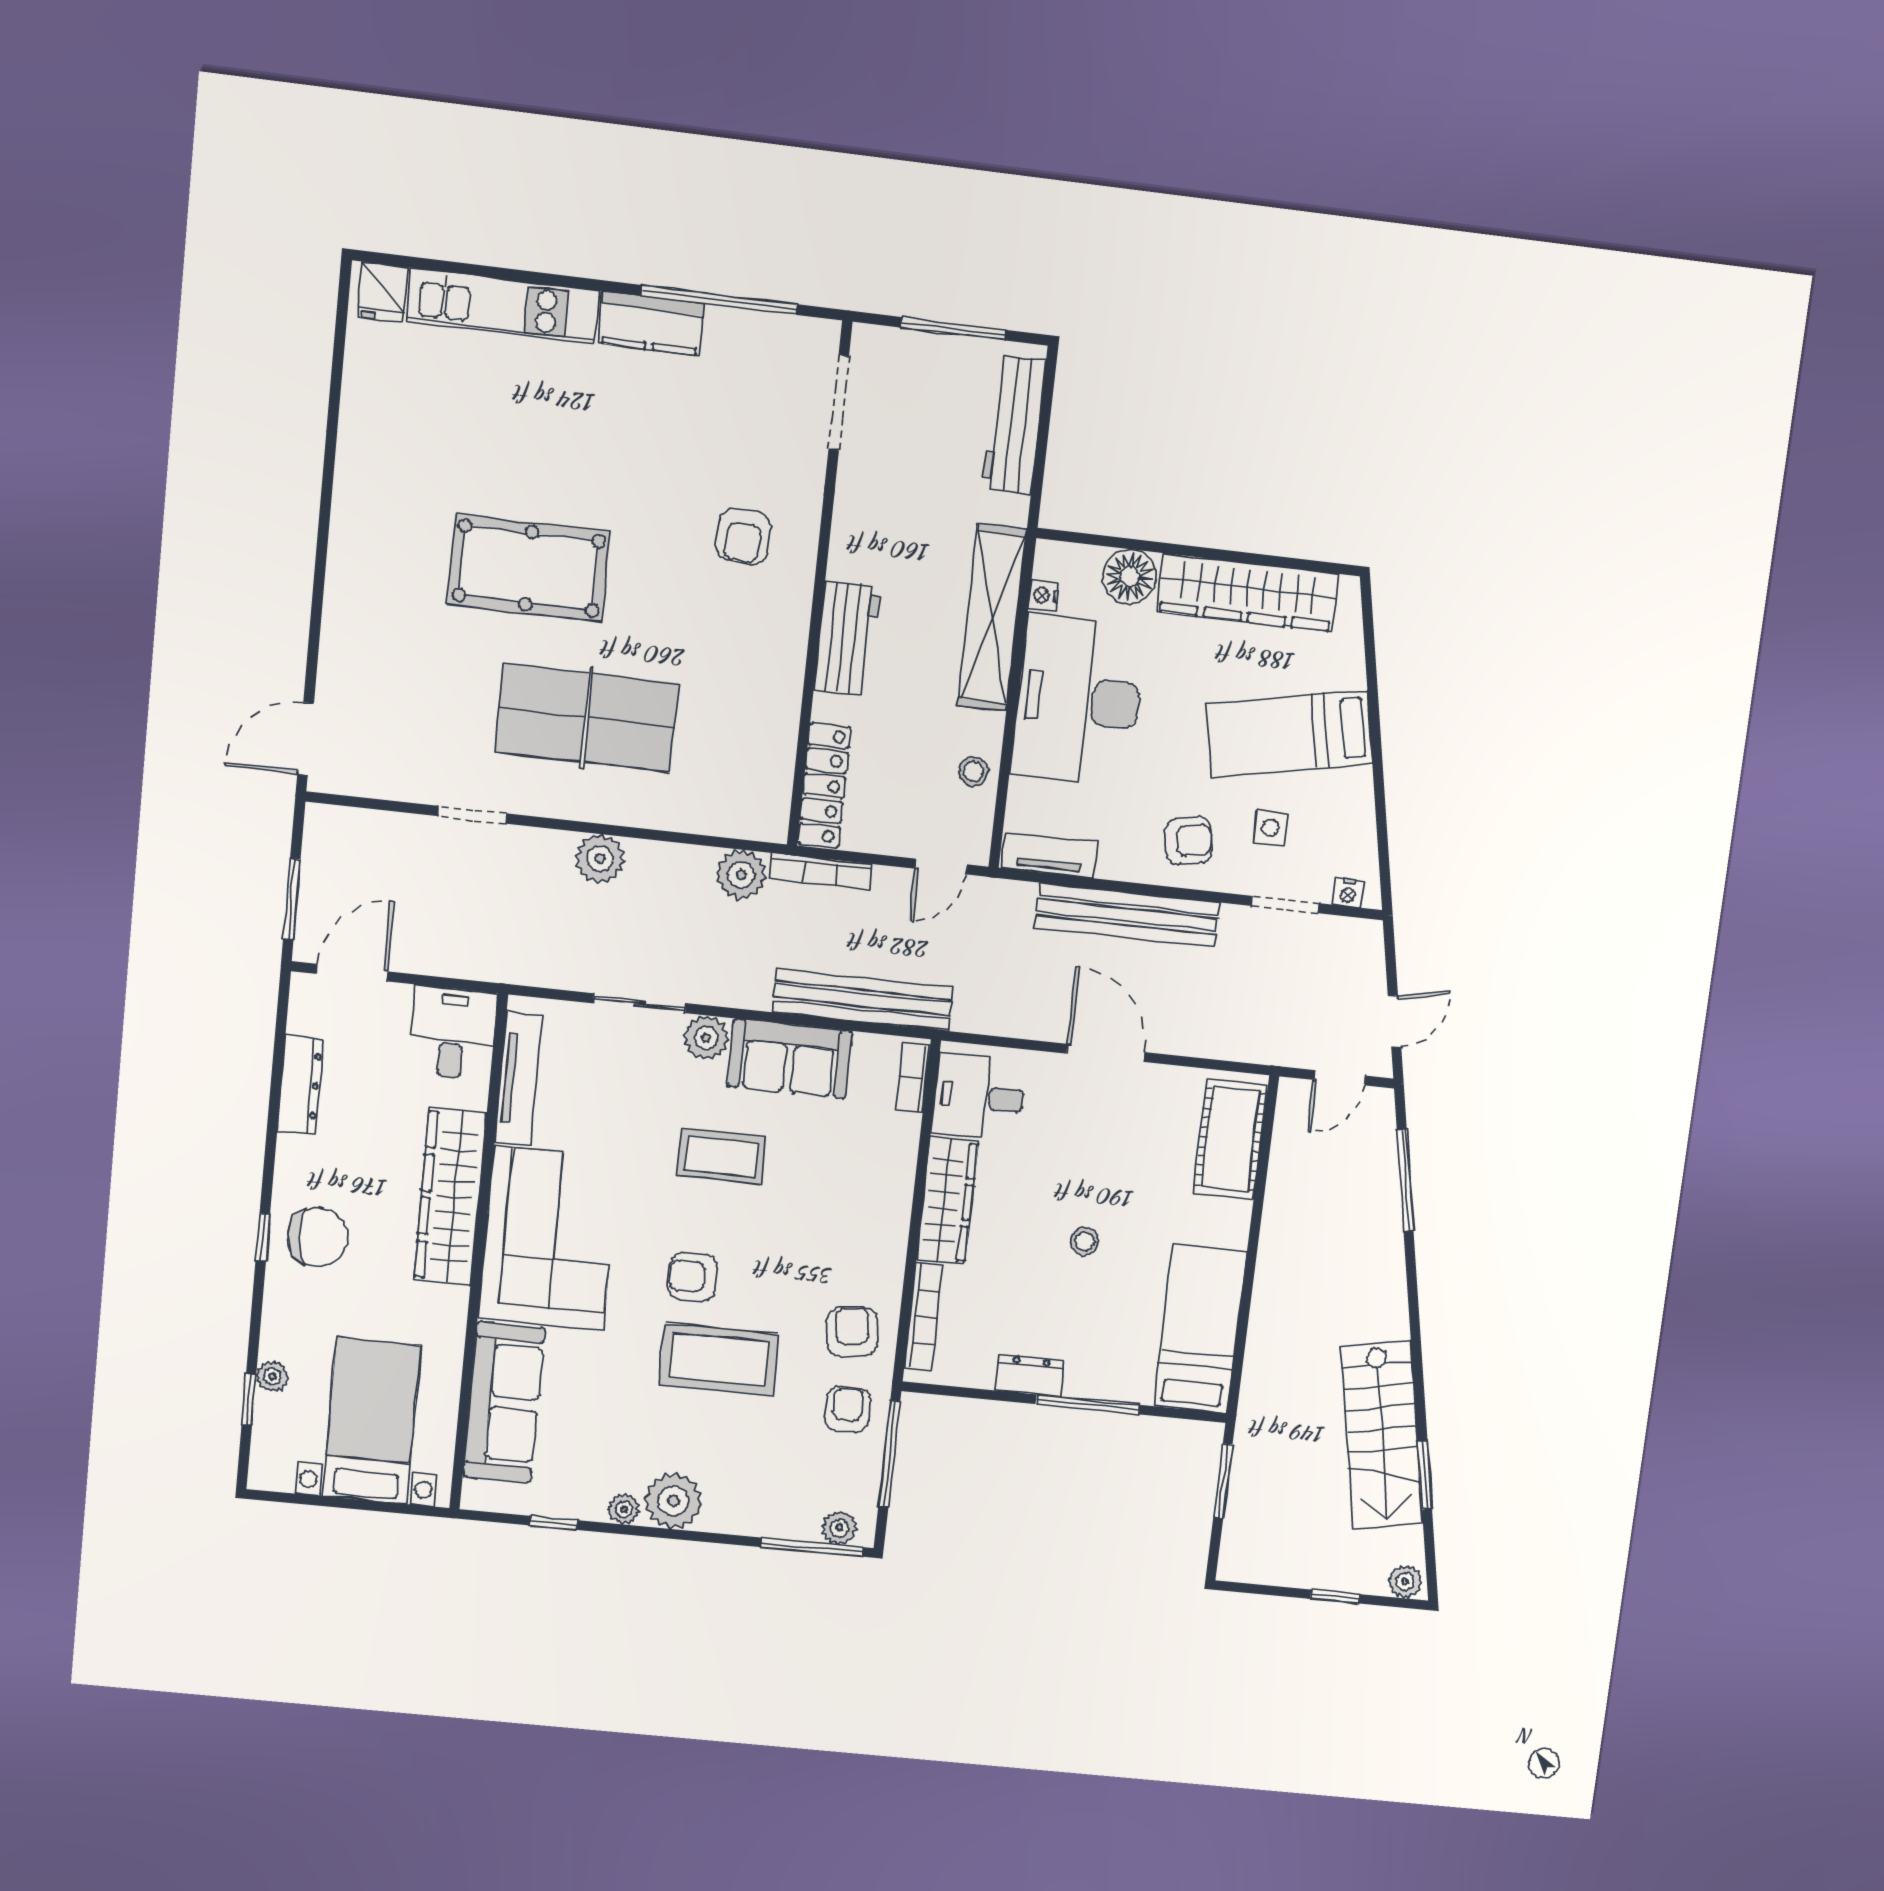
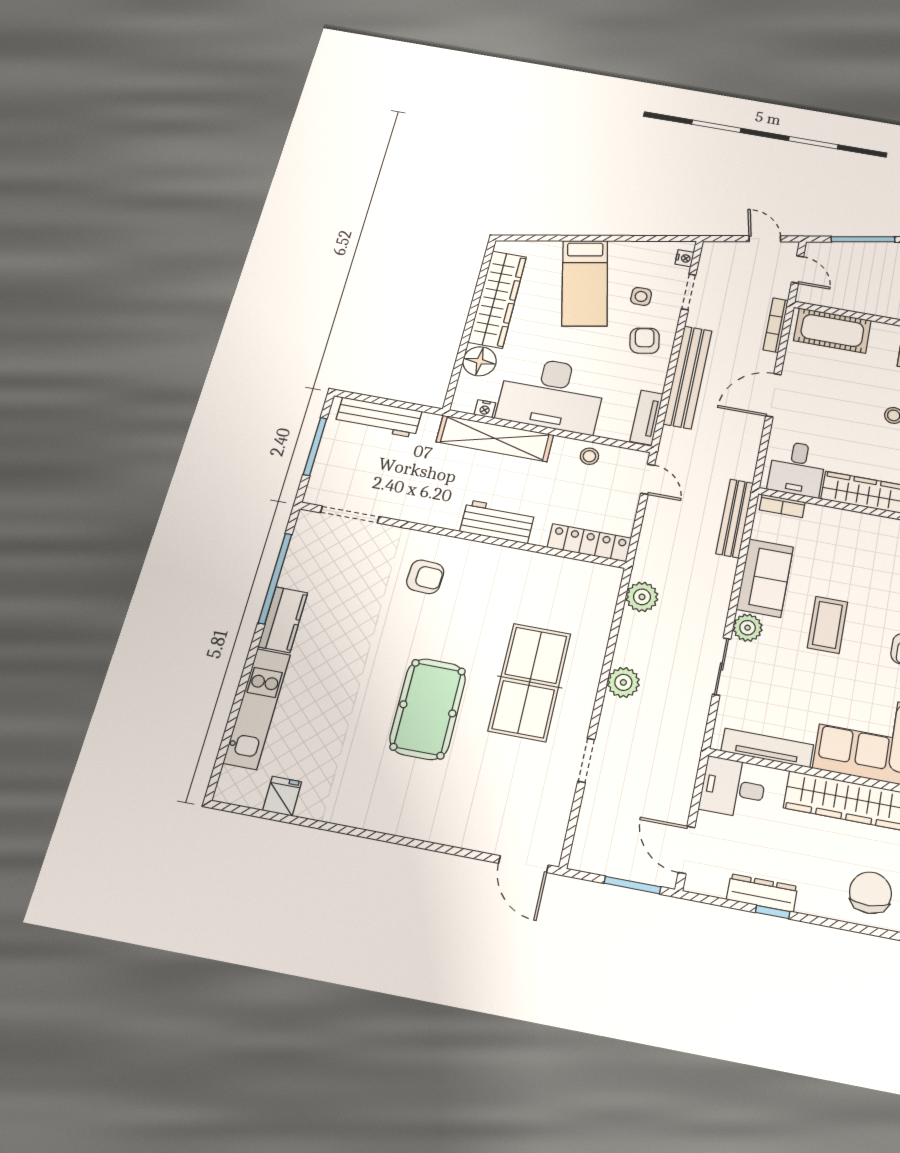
fridge: (382, 292) -> (282, 796), moved, turned -90
bookcase: (820, 871) -> (776, 325), moved, turned 180
bench: (863, 1000) -> (735, 518), width x0.73, depth x0.82
window: (263, 1237) -> (773, 912), moved

